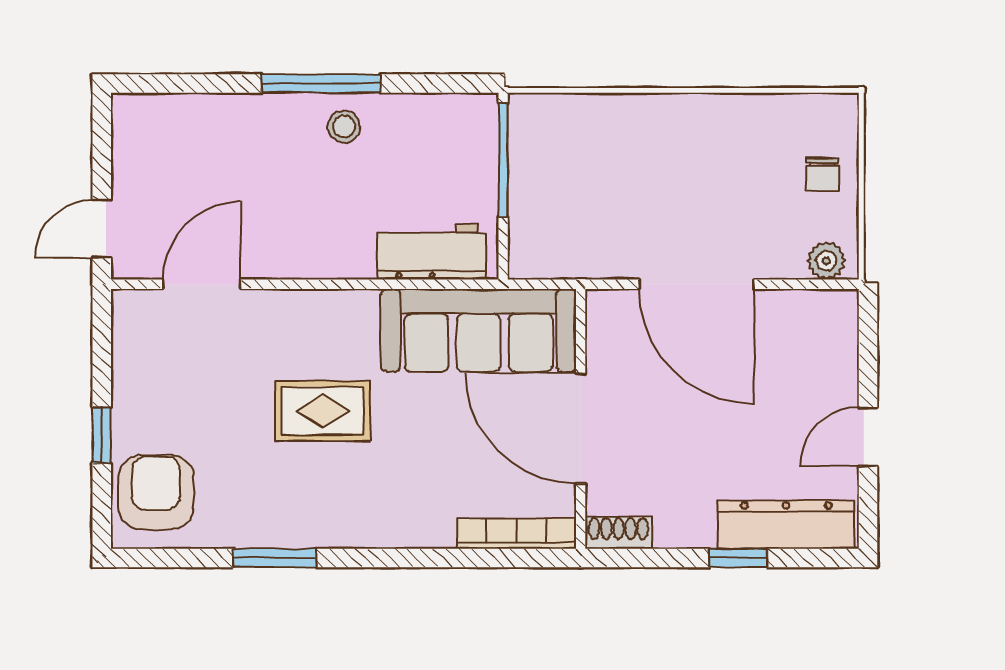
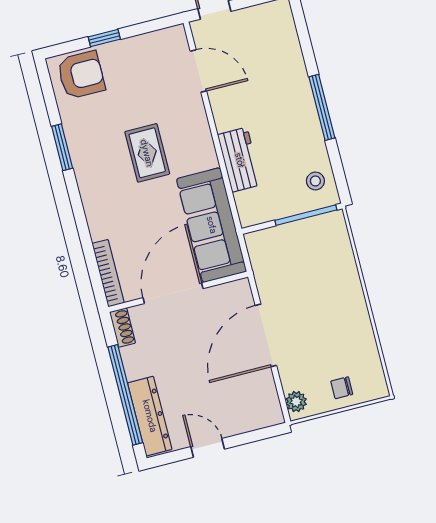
stool: (344, 127) -> (315, 181), moved
workbench: (432, 252) -> (240, 160), moved
window: (738, 558) -> (125, 395), width x3.17

